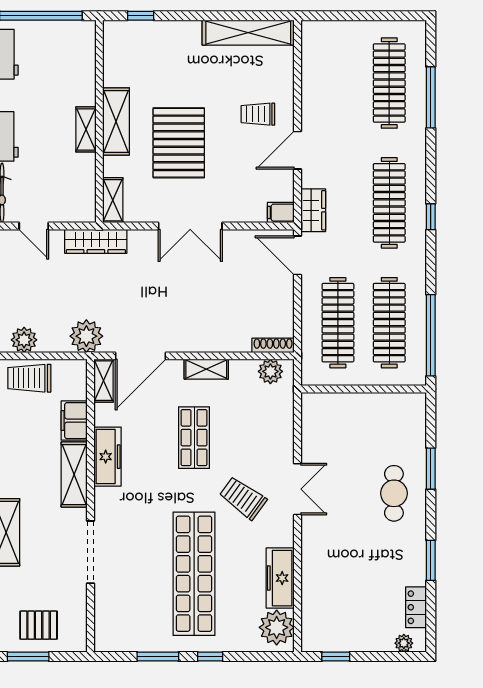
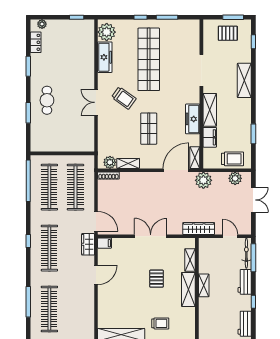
trolley: (258, 114) -> (160, 323), moved
pallet: (179, 143) -> (157, 279), width x0.49, depth x0.50
shelving: (113, 200) -> (190, 260), moved
shelving: (206, 369) -> (128, 163), moved

